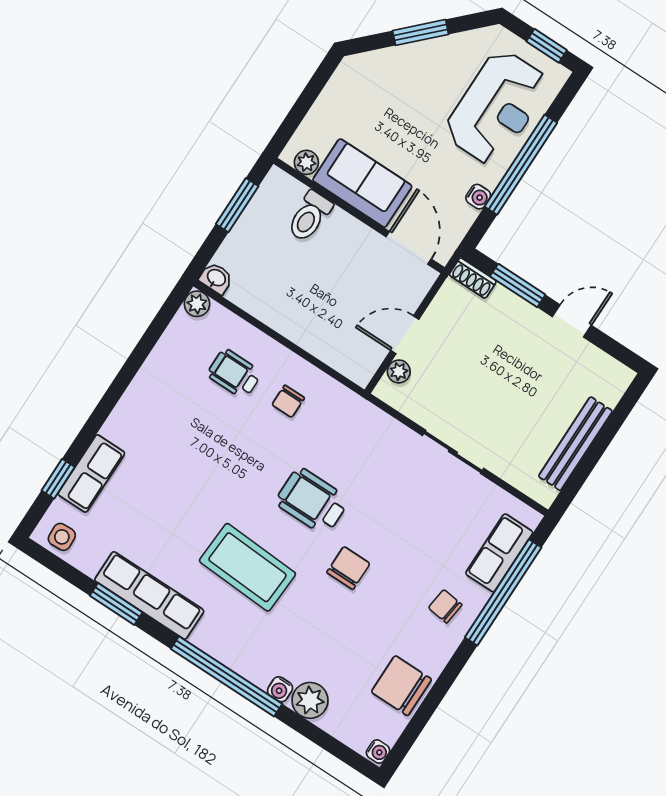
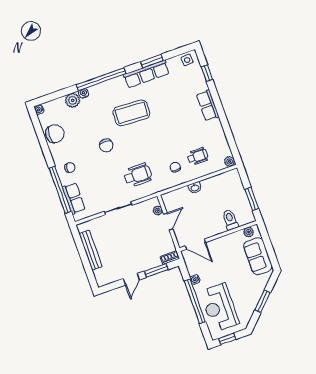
sofa: (362, 183) -> (258, 256), moved, turned 90
washbasin: (216, 278) -> (195, 188), moved
row of seats: (91, 473) -> (208, 106), moved
wheelchair: (312, 501) -> (138, 175), moved

